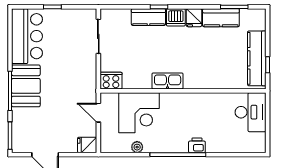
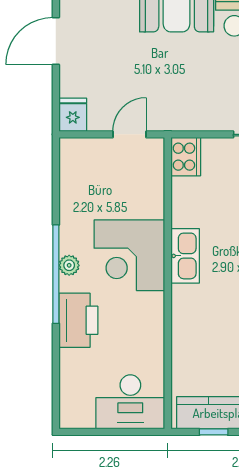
corner desk: (139, 113) -> (129, 255), moved
printer: (197, 145) -> (78, 320), width x1.87, depth x1.48
plant: (137, 147) -> (69, 265), moved

